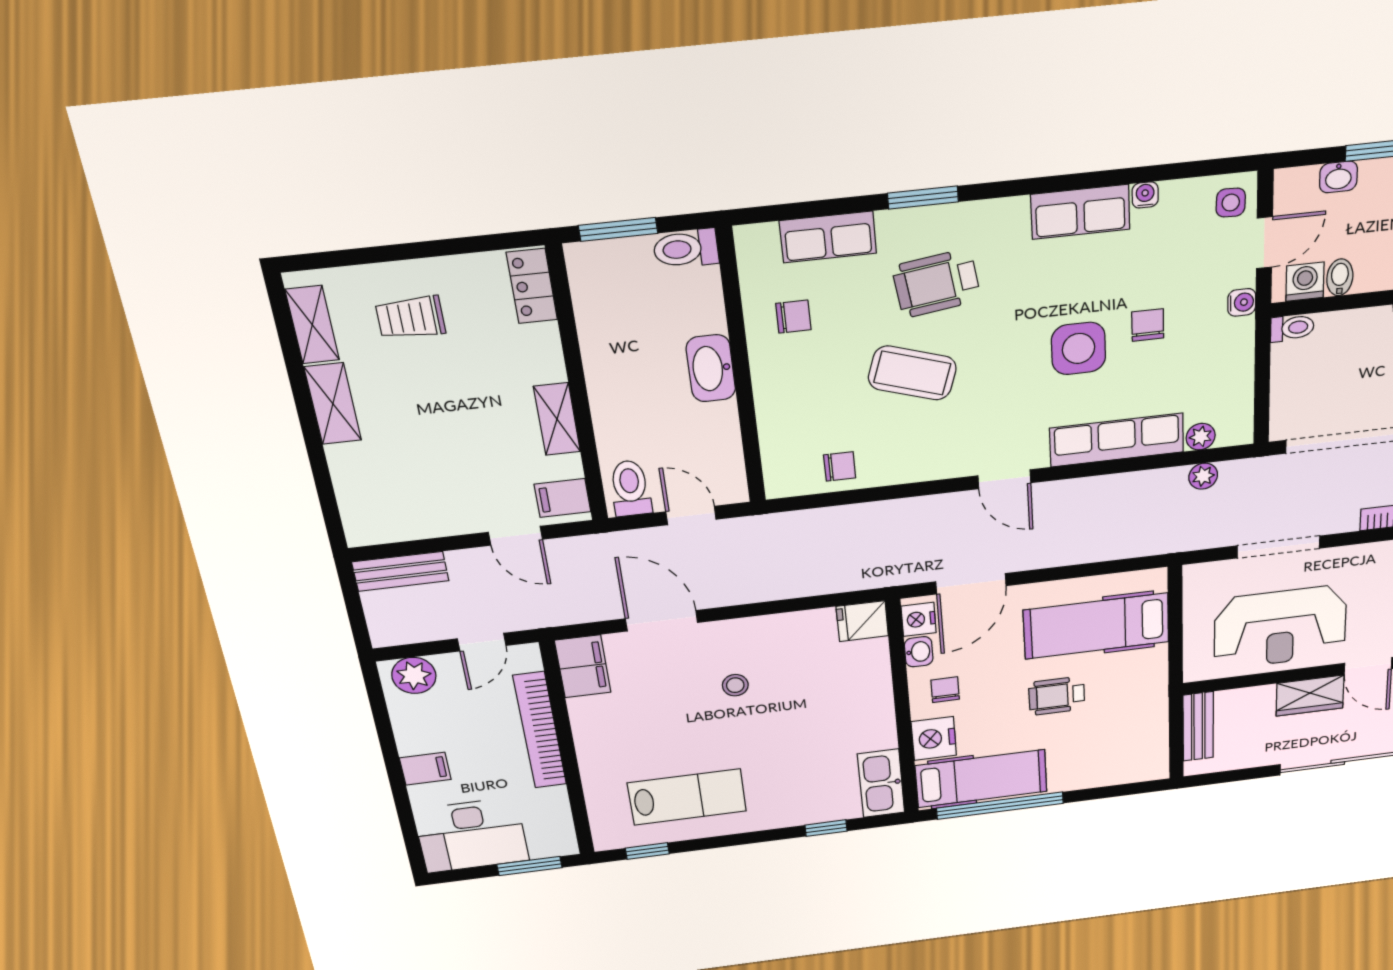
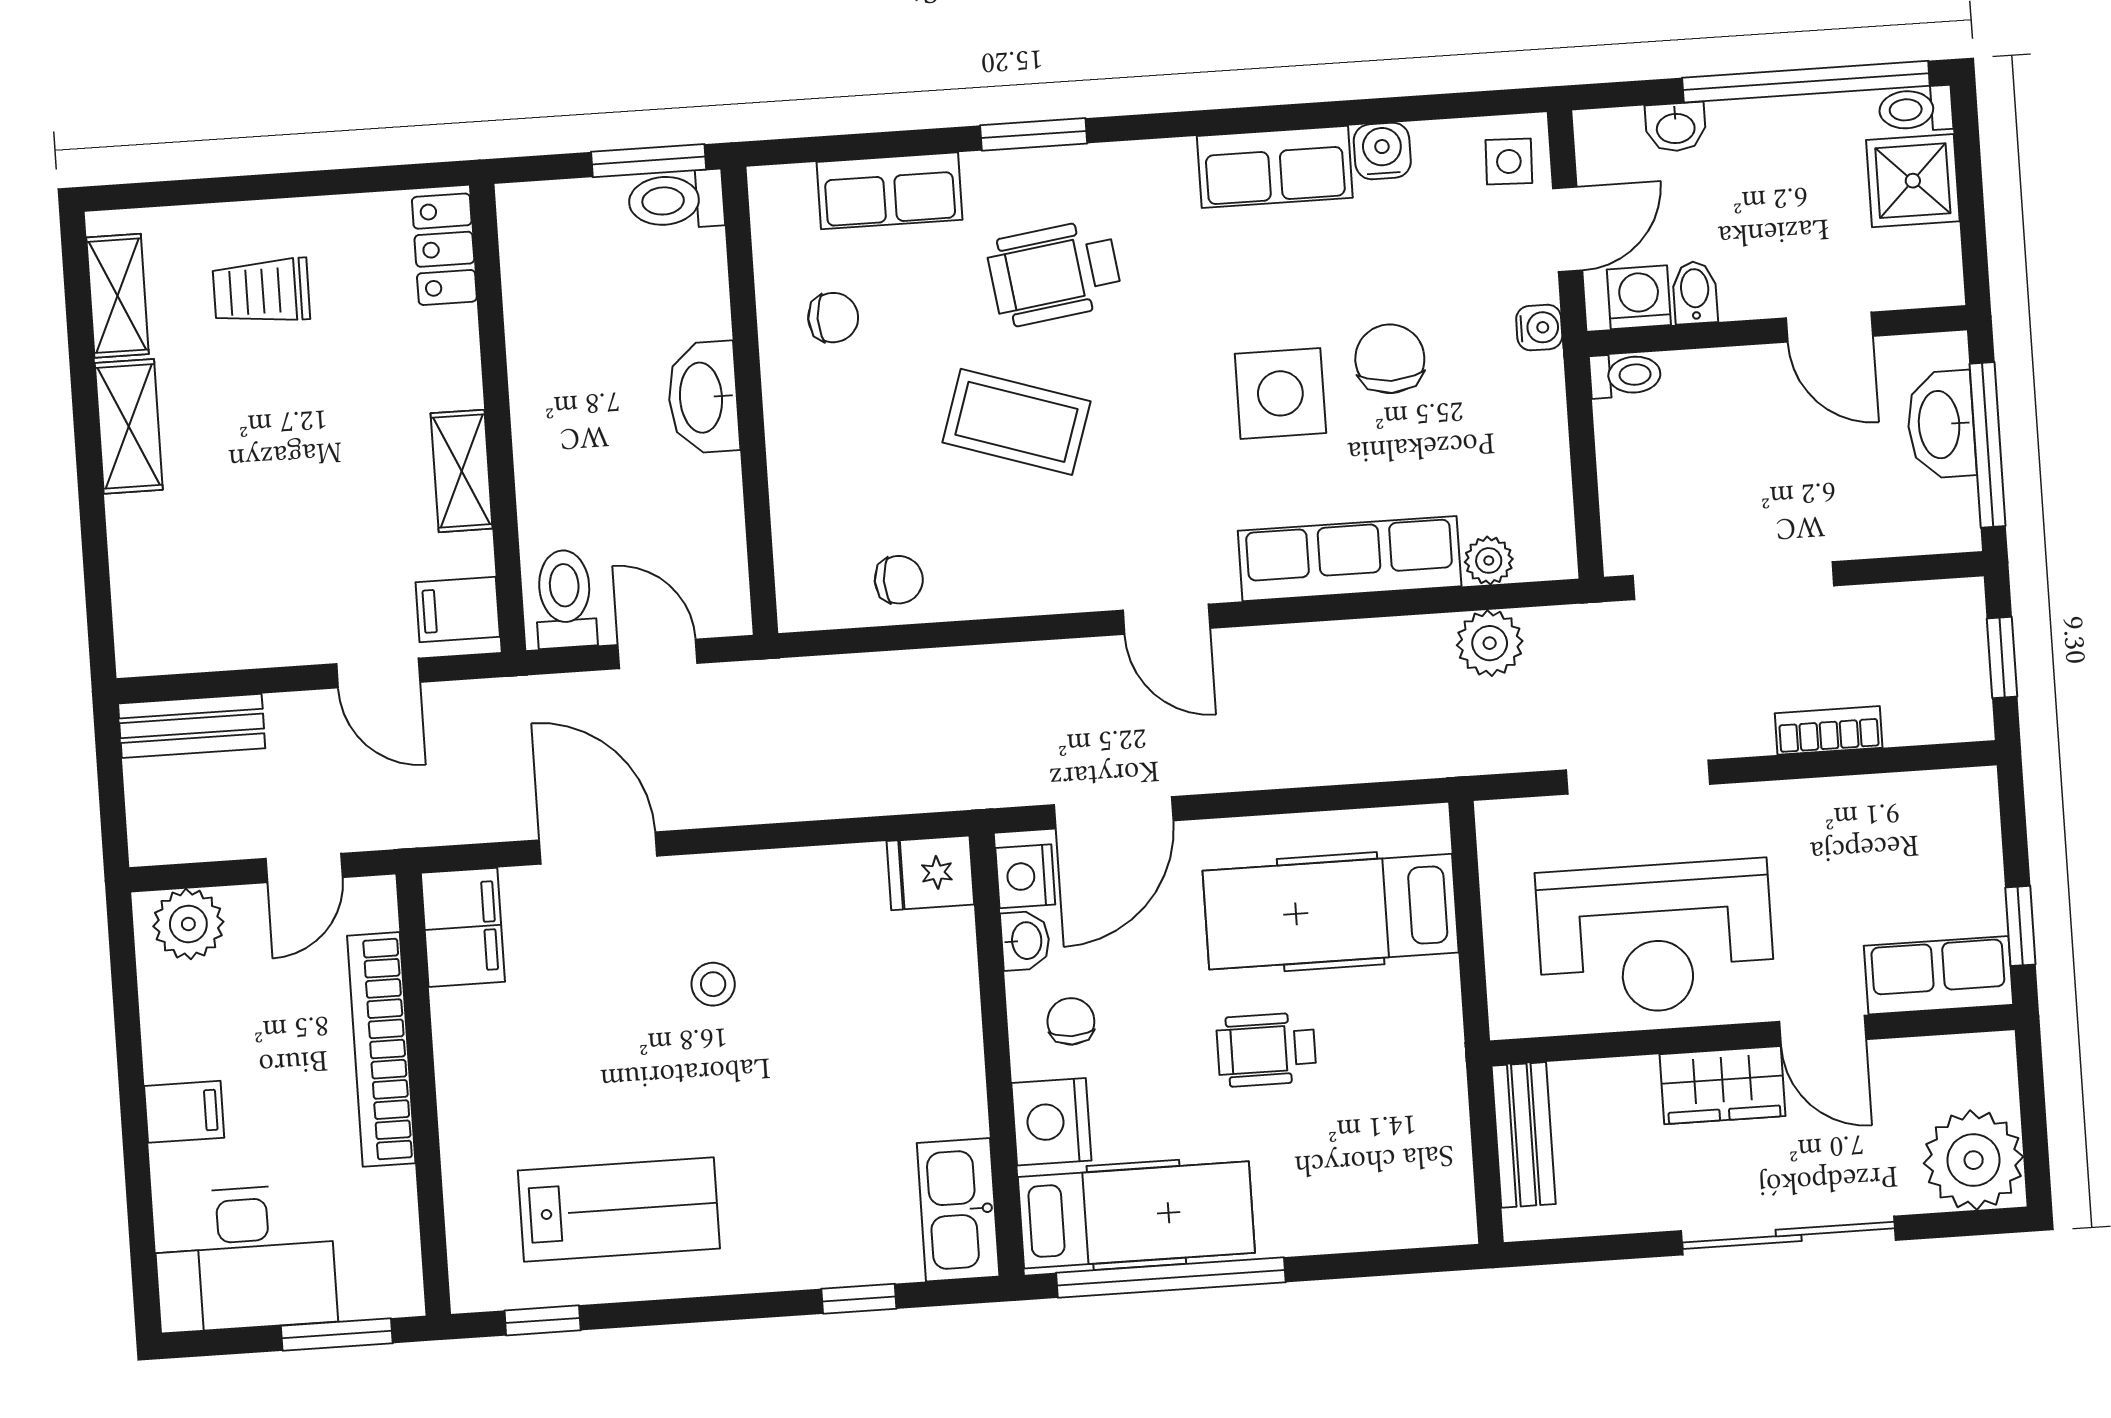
water cooler: (1145, 195) -> (1382, 151), width x1.38, depth x1.38
window: (618, 229) -> (649, 161), moved
chair: (1148, 325) -> (1390, 359), width x1.37, depth x1.37
plant: (1203, 476) -> (1490, 643), width x1.38, depth x1.38

